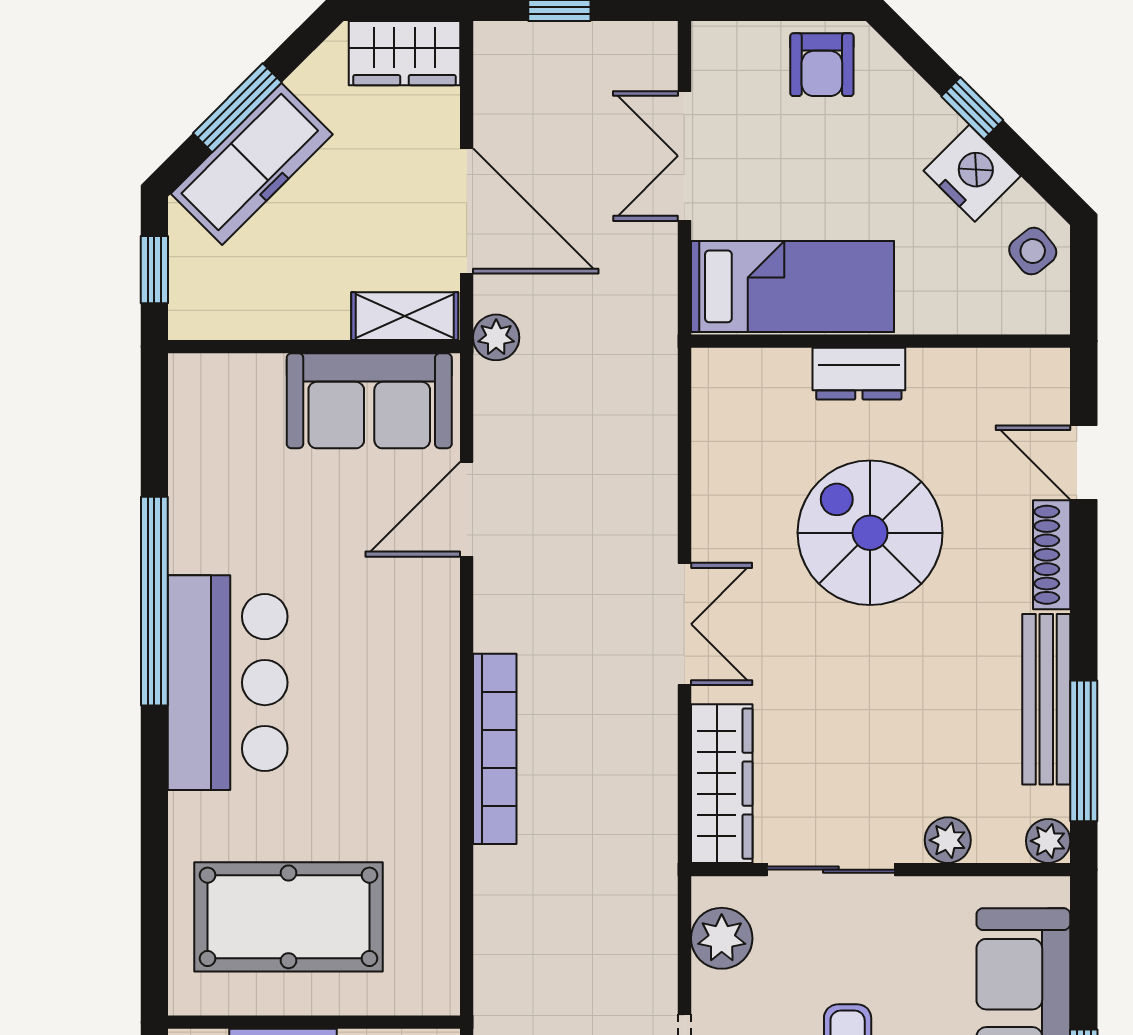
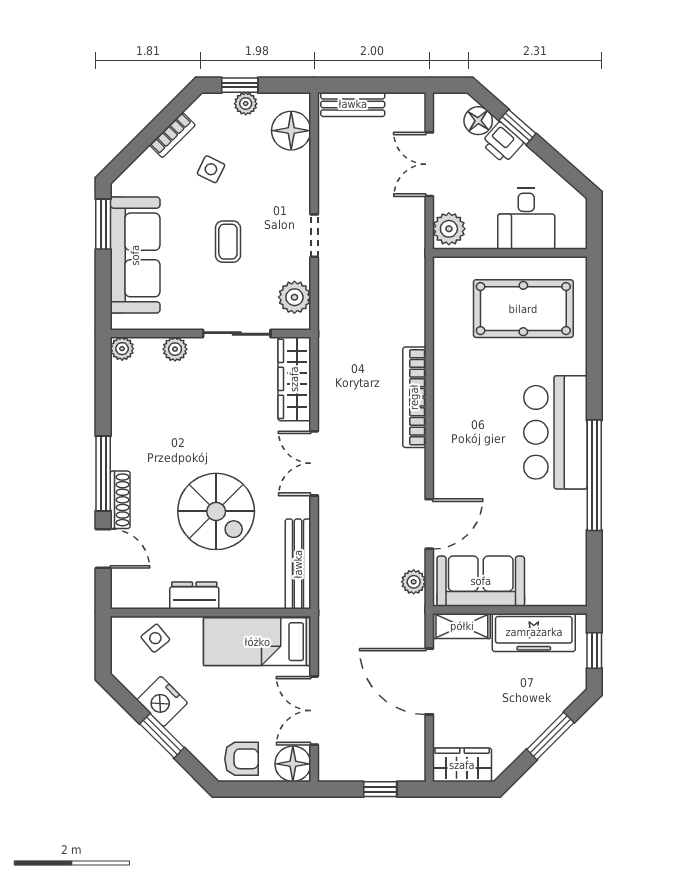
floor lamp: (725, 55) -> (293, 764), added
armchair: (822, 65) -> (242, 759), turned 90
window: (972, 108) -> (162, 736), width x1.50
double door: (684, 156) -> (314, 711), swing flipped
freezer: (252, 164) -> (534, 632), moved, turned -135
side table: (1033, 251) -> (155, 638), moved
plant: (496, 337) -> (414, 582), moved
dresser: (859, 374) -> (194, 596), moved
bench: (1046, 699) -> (298, 564), moved
window: (1084, 751) -> (103, 473), moved

